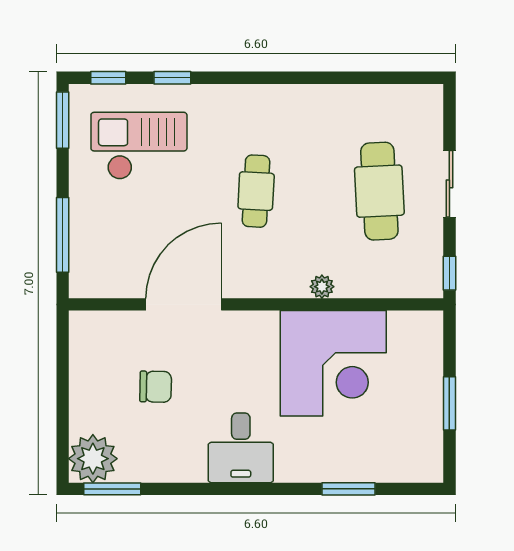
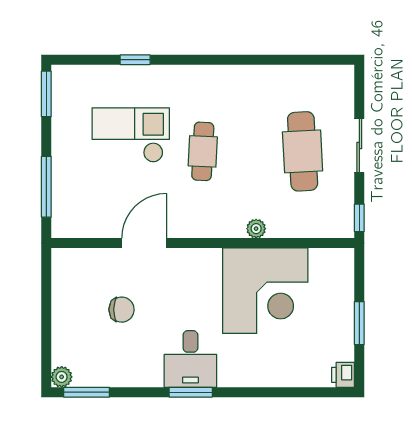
window: (108, 78) -> (83, 60), removed
checkout: (139, 146) -> (131, 135), moved
door: (184, 304) -> (144, 243), width x0.73
plant: (93, 459) -> (62, 377), width x0.53, depth x0.53
printer: (429, 467) -> (343, 375), added
window: (348, 489) -> (191, 392), moved

